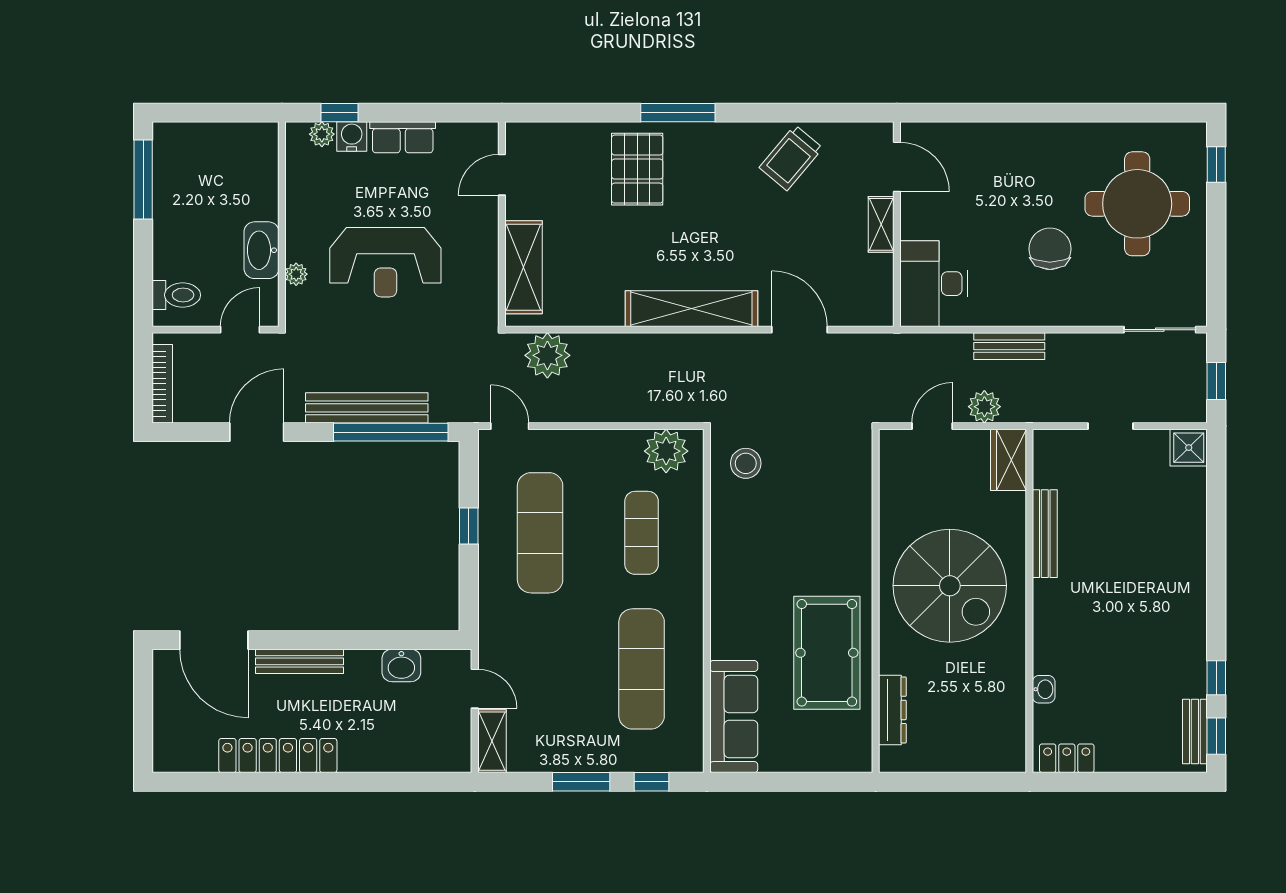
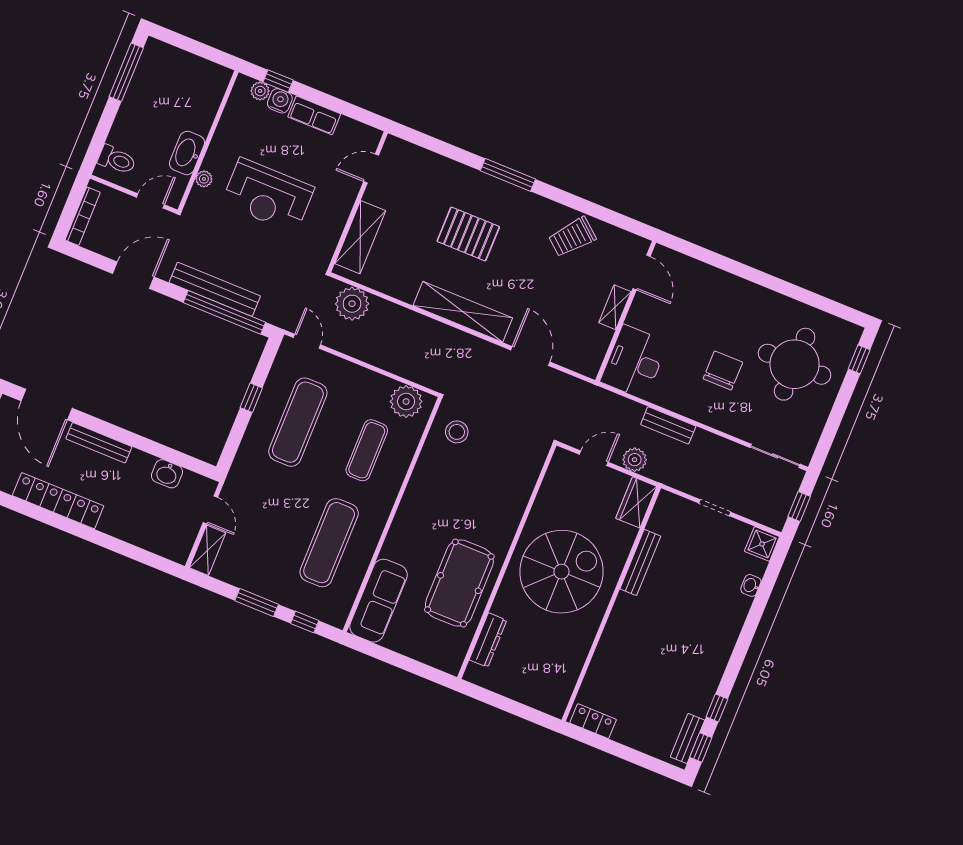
pallet: (637, 169) -> (468, 234), moved, turned 90
spiral stairs: (950, 586) -> (561, 572), turned -90
washbasin: (1044, 689) -> (751, 585), moved, turned 180

